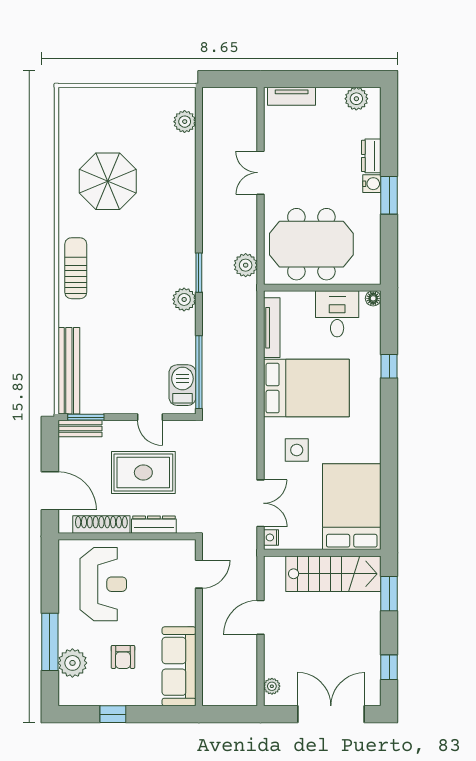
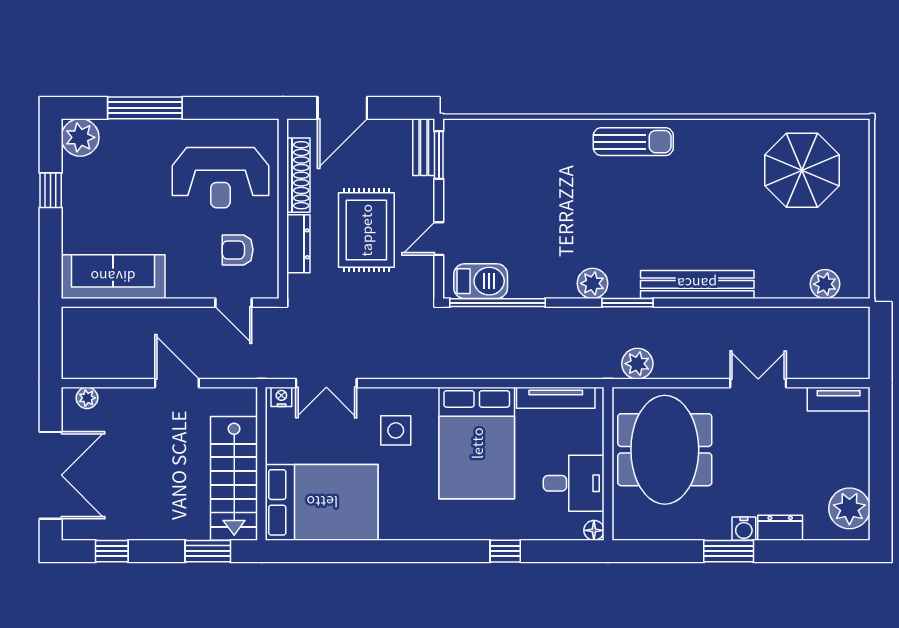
tv unit: (292, 96) -> (839, 399), moved, turned -90
plant: (356, 99) -> (849, 508), width x1.36, depth x1.36
parasol: (108, 181) -> (802, 170), moved
bench: (69, 371) -> (697, 284), moved
armchair: (123, 657) -> (238, 250), moved
plant: (72, 663) -> (80, 137), moved

